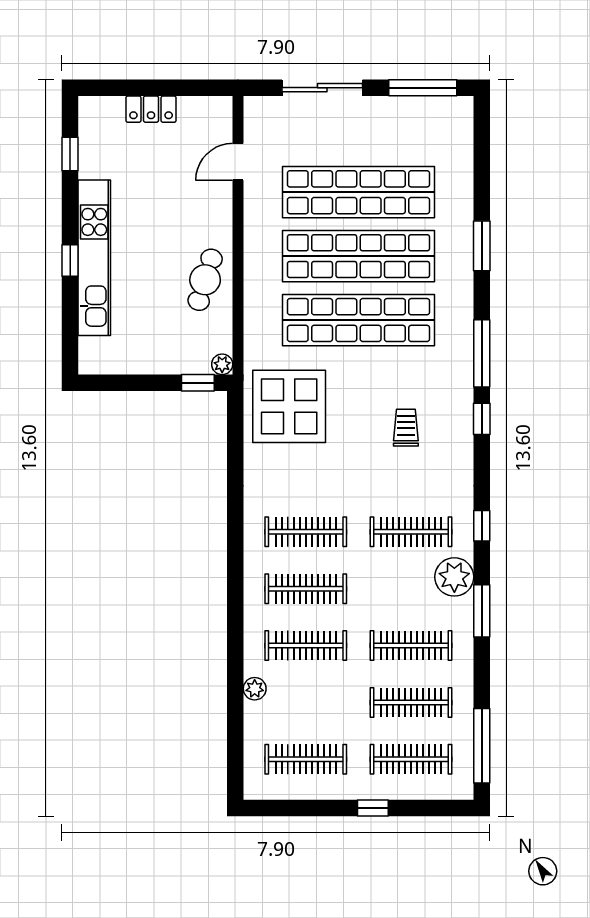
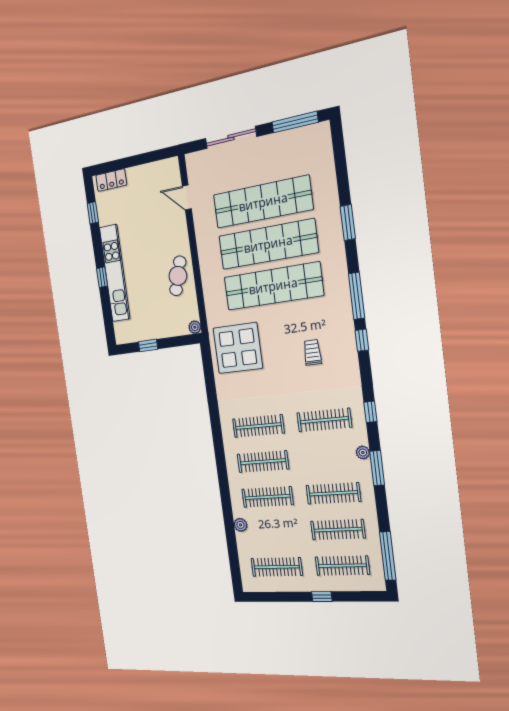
locker: (151, 109) -> (111, 180), moved
door: (238, 162) -> (187, 198), hinge flipped
window: (198, 383) -> (148, 345), moved
plant: (454, 577) -> (363, 452), width x0.53, depth x0.53

